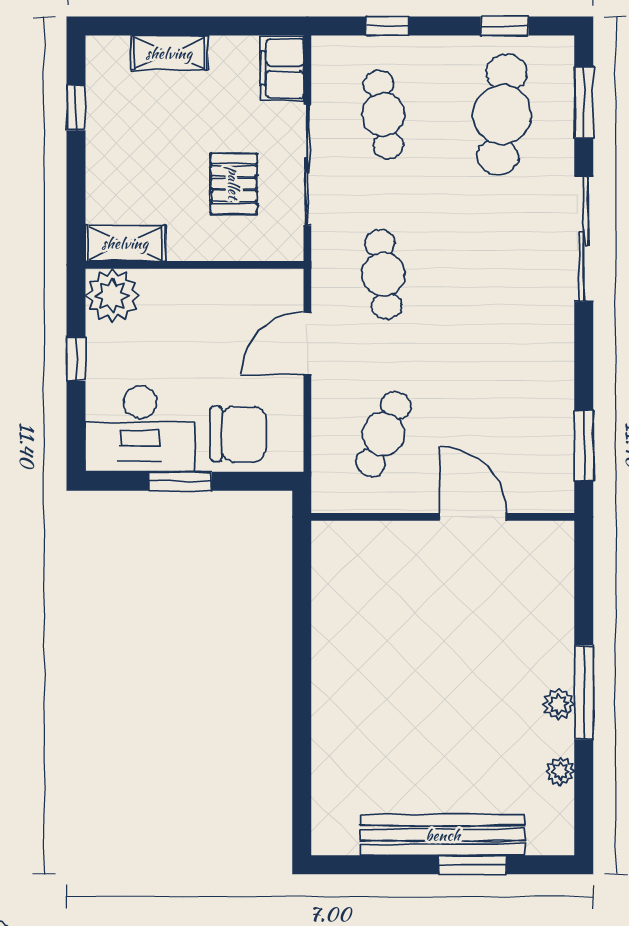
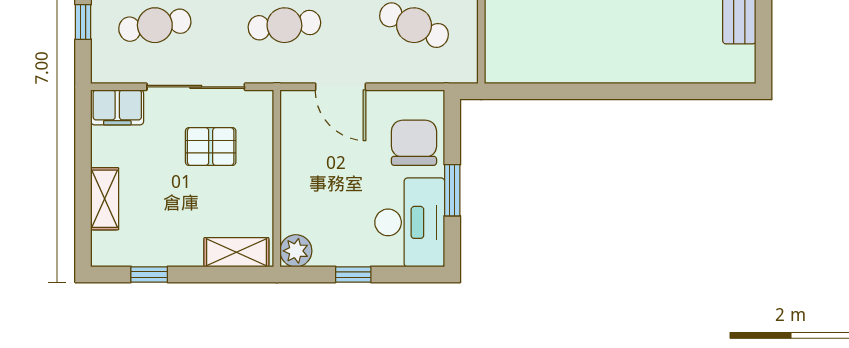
shelving: (125, 243) -> (236, 252), moved, turned 90
plant: (112, 296) -> (296, 251), width x0.73, depth x0.73

